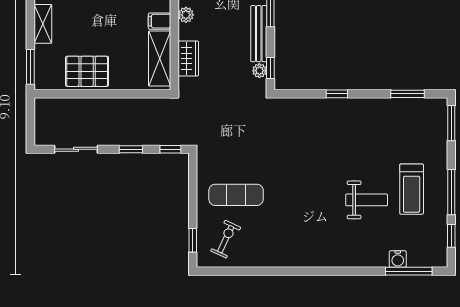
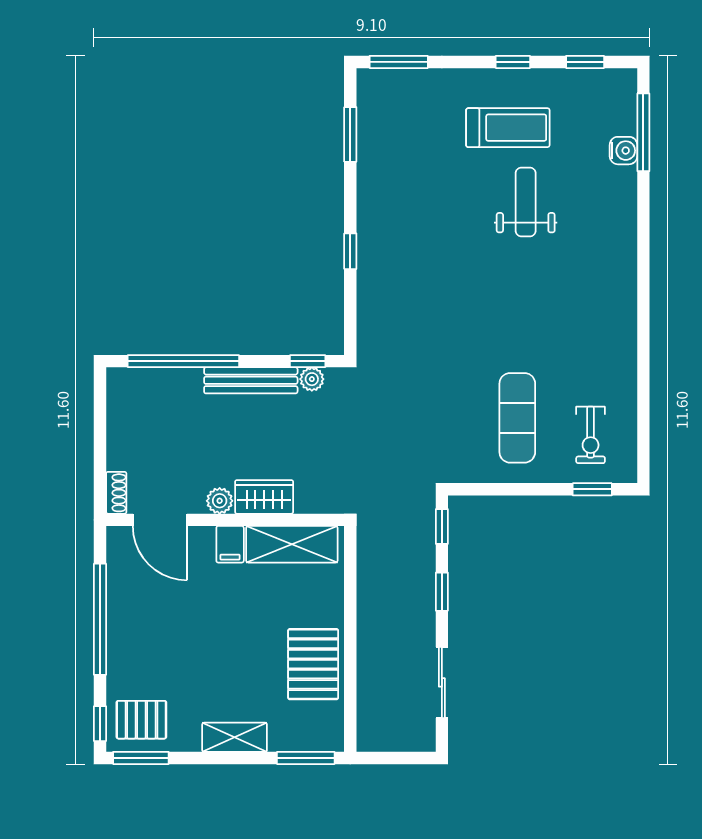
wardrobe: (188, 59) -> (264, 497), moved
window: (451, 192) -> (513, 62), width x0.46
exercise bike: (226, 239) -> (591, 435), turned -115

